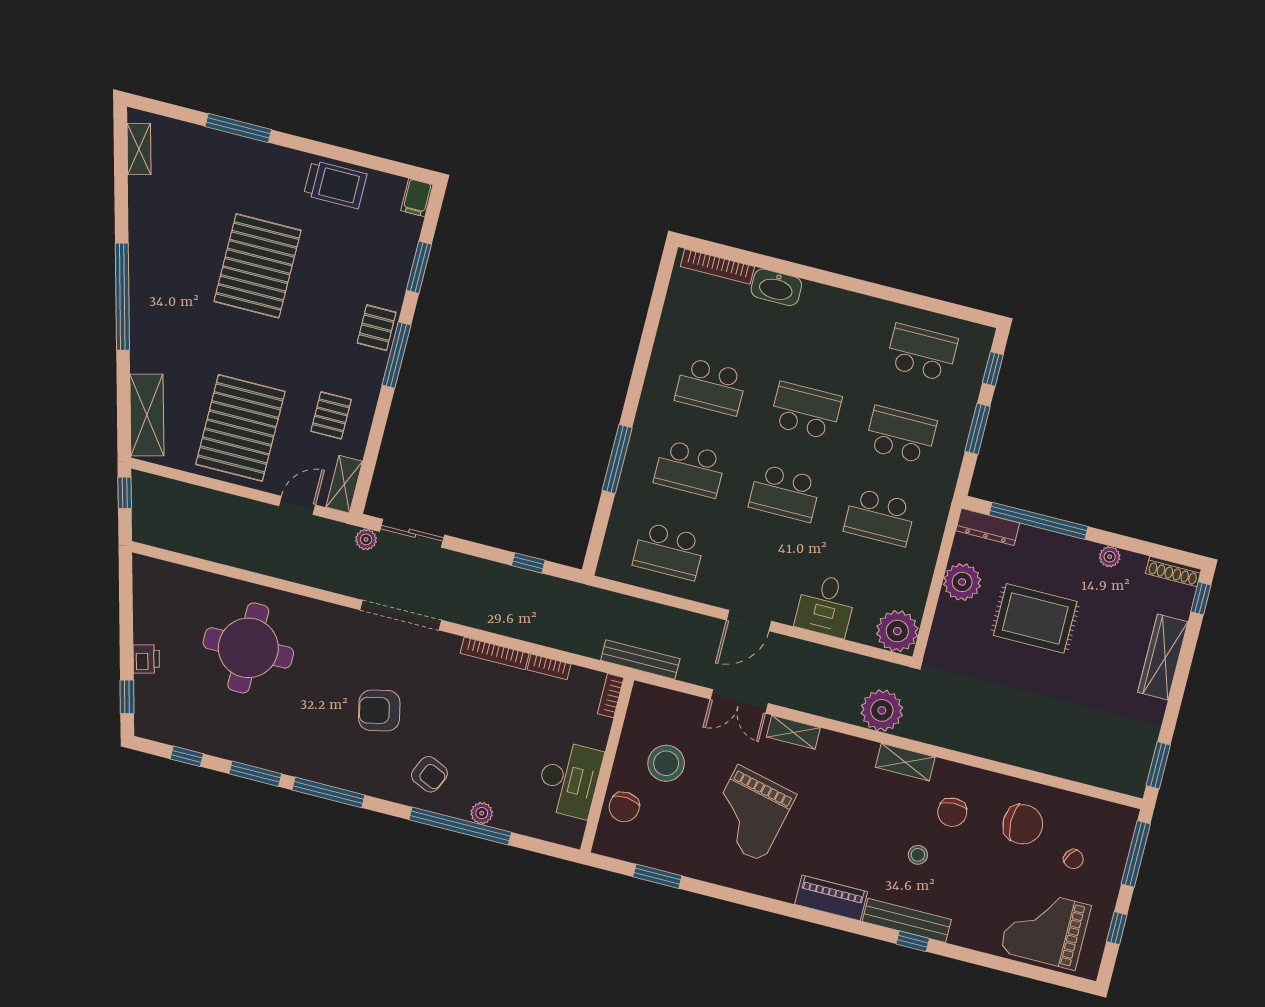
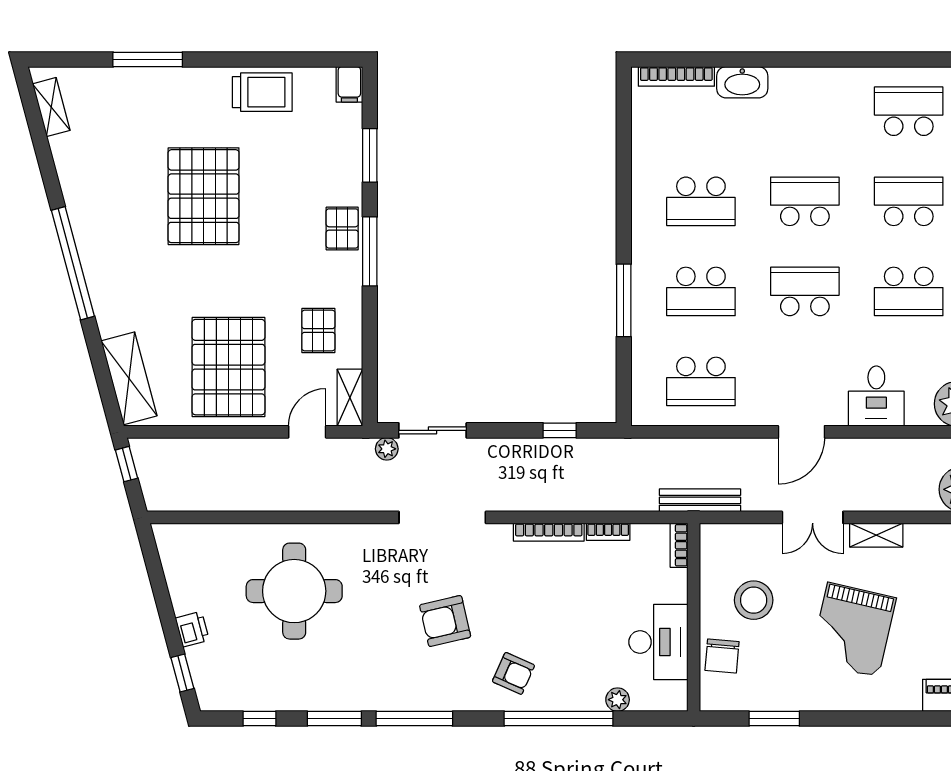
school desk: (785, 493) -> (805, 291), turned 180
plant: (482, 813) -> (618, 700), moved

